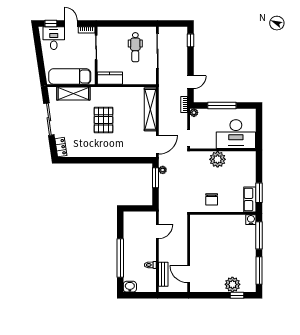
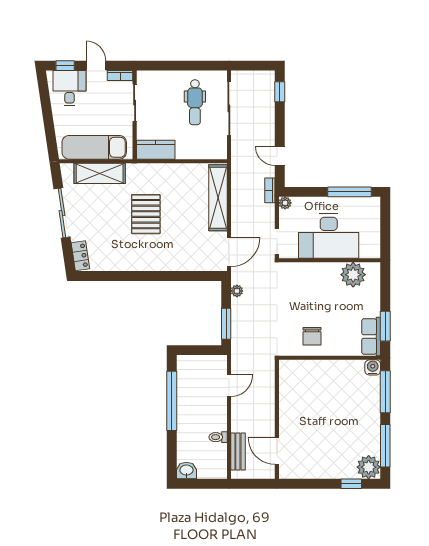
door: (190, 82) -> (280, 156), swing flipped
window: (222, 105) -> (350, 192), moved
desk: (236, 134) -> (329, 236), moved
plant: (218, 159) -> (353, 275), moved
window: (156, 178) -> (226, 324), moved
window: (120, 258) -> (172, 401), moved
plant: (232, 284) -> (369, 467), moved

